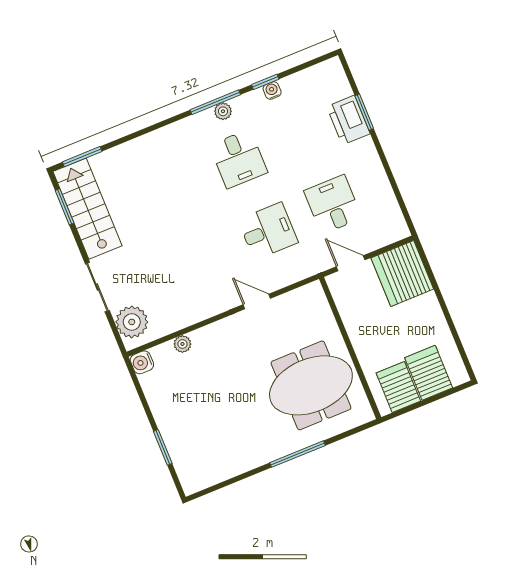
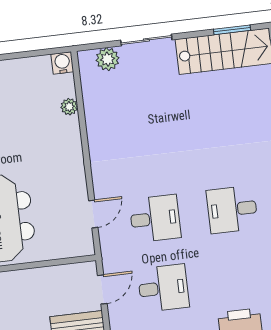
desk: (268, 231) -> (155, 219), turned -90
door: (257, 302) -> (93, 214), moved
plant: (132, 322) -> (108, 59), width x0.73, depth x0.73

